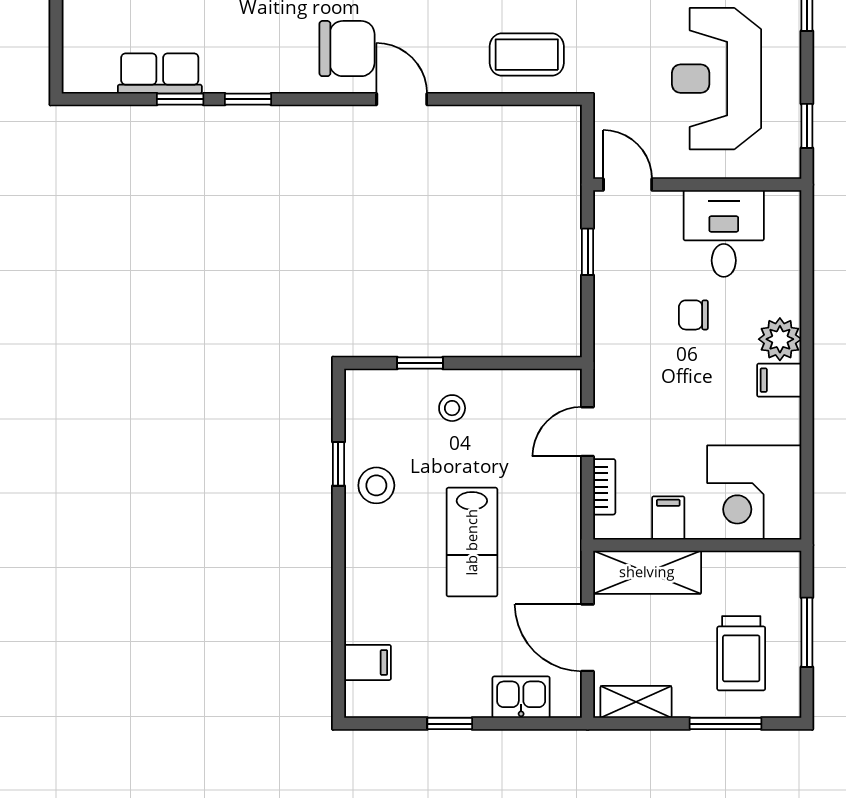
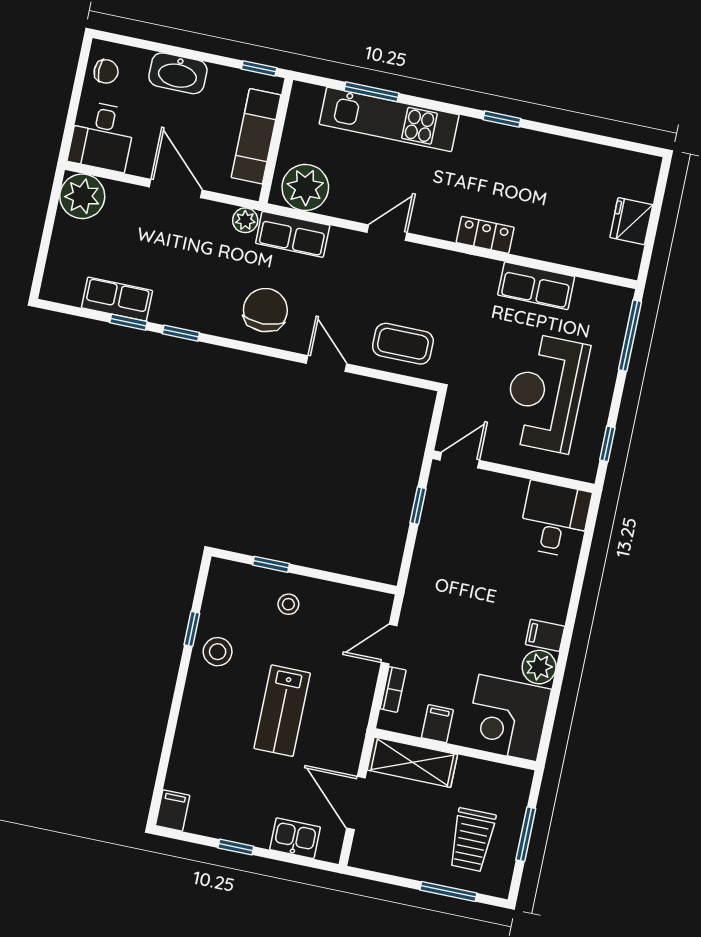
chair: (347, 49) -> (265, 310), turned -92
door: (402, 99) -> (327, 364), moved
door: (628, 185) -> (460, 460), hinge flipped
desk: (724, 234) -> (555, 519), moved
chair: (693, 315) -> (489, 571), removed
plant: (780, 339) -> (539, 667), moved
filing cabinet: (368, 662) -> (173, 810), moved, turned -90
shelving: (636, 702) -> (383, 860), removed

